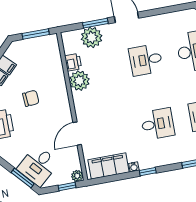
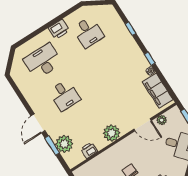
plant: (79, 81) -> (112, 133), moved
desk: (158, 124) -> (110, 66), removed
plant: (77, 176) -> (162, 120), moved

